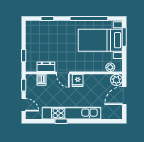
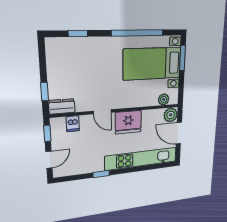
dresser: (46, 67) -> (62, 106), moved
fridge: (78, 80) -> (128, 122), width x1.88, depth x1.34
door: (124, 96) -> (179, 133), hinge flipped
door: (24, 105) -> (49, 160), hinge flipped
kitchen unit: (71, 113) -> (141, 159), moved

